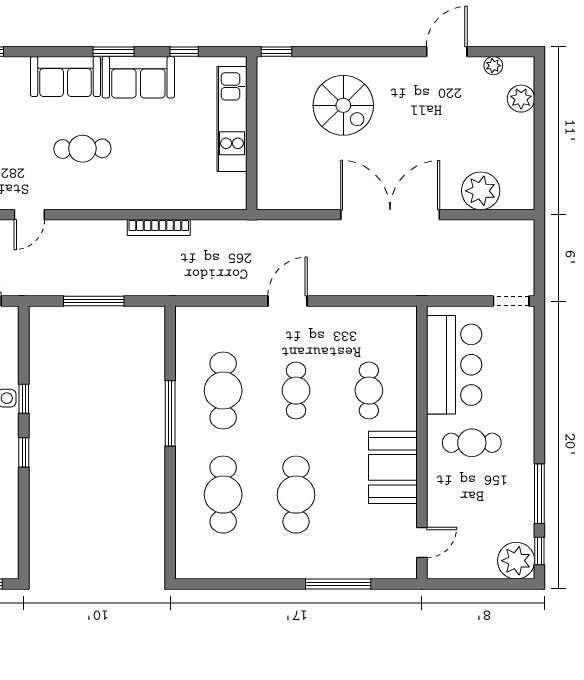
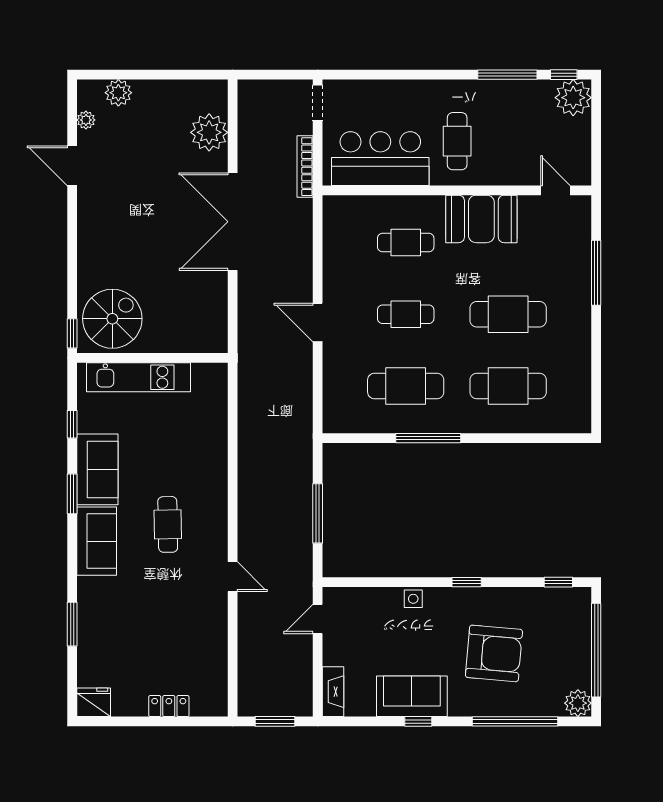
spiral stairs: (343, 105) -> (112, 319), moved
bookcase: (159, 227) -> (305, 167), moved, turned 180
window: (24, 399) -> (558, 582), moved

